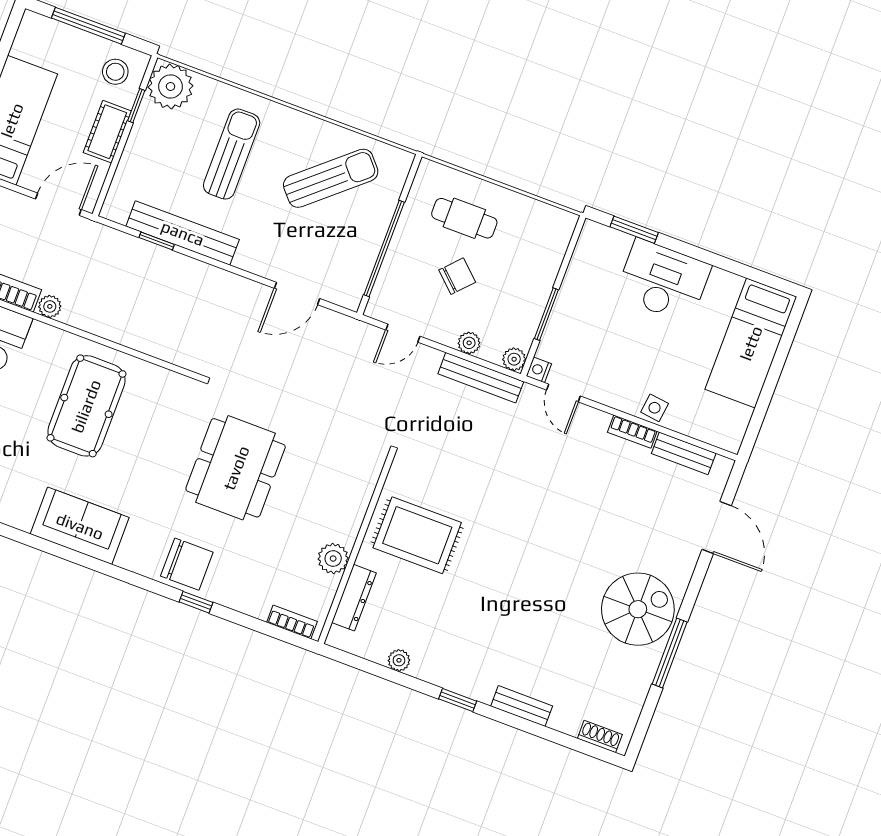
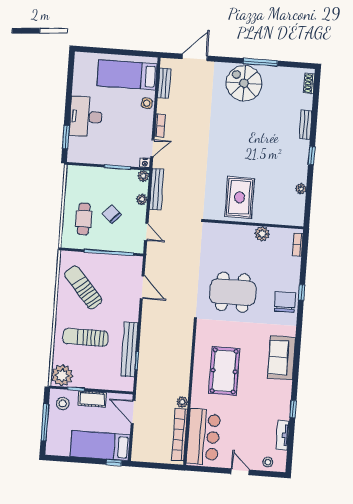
bed: (751, 343) -> (127, 75), moved, turned 180
pool table: (86, 406) -> (224, 371), turned 90
bookcase: (632, 432) -> (160, 126), moved
dresser: (354, 598) -> (278, 219), removed

